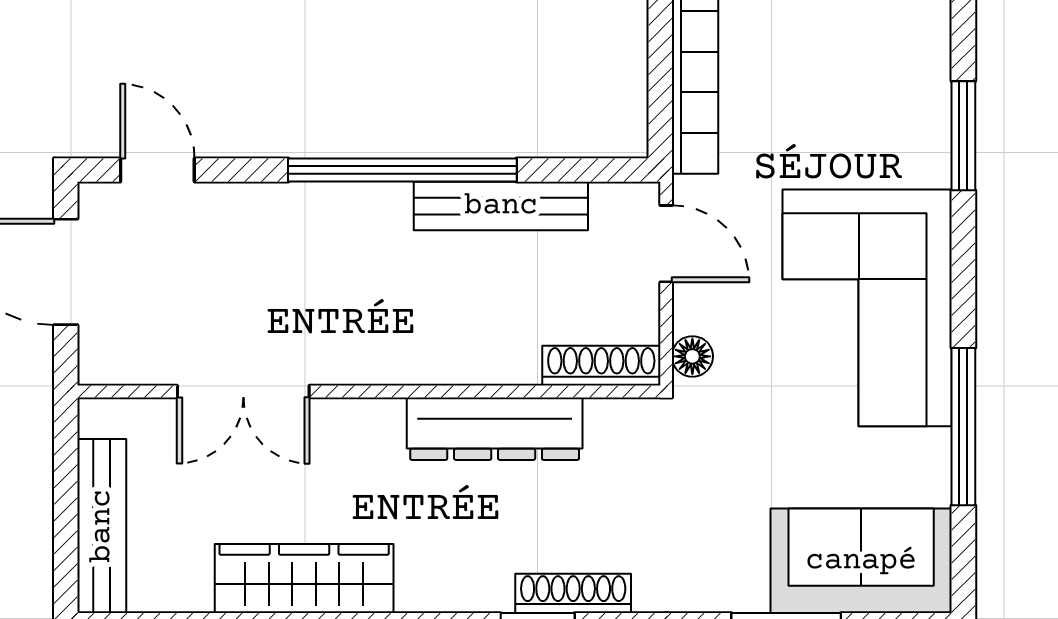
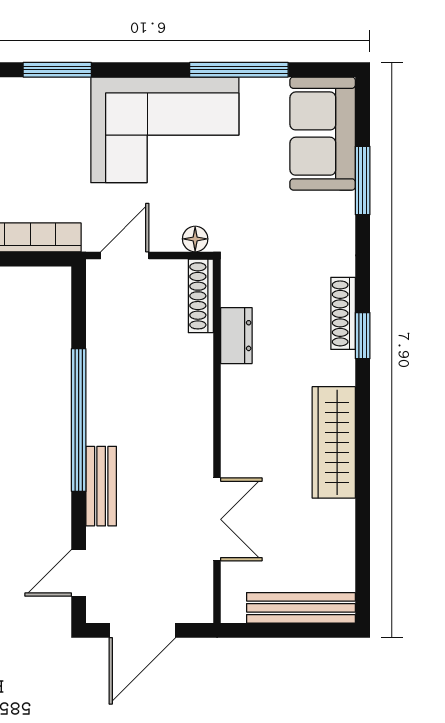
bench: (501, 206) -> (101, 486), moved, width x0.73
dresser: (495, 429) -> (236, 336), width x0.51, depth x0.80
wardrobe: (304, 578) -> (334, 442), moved

